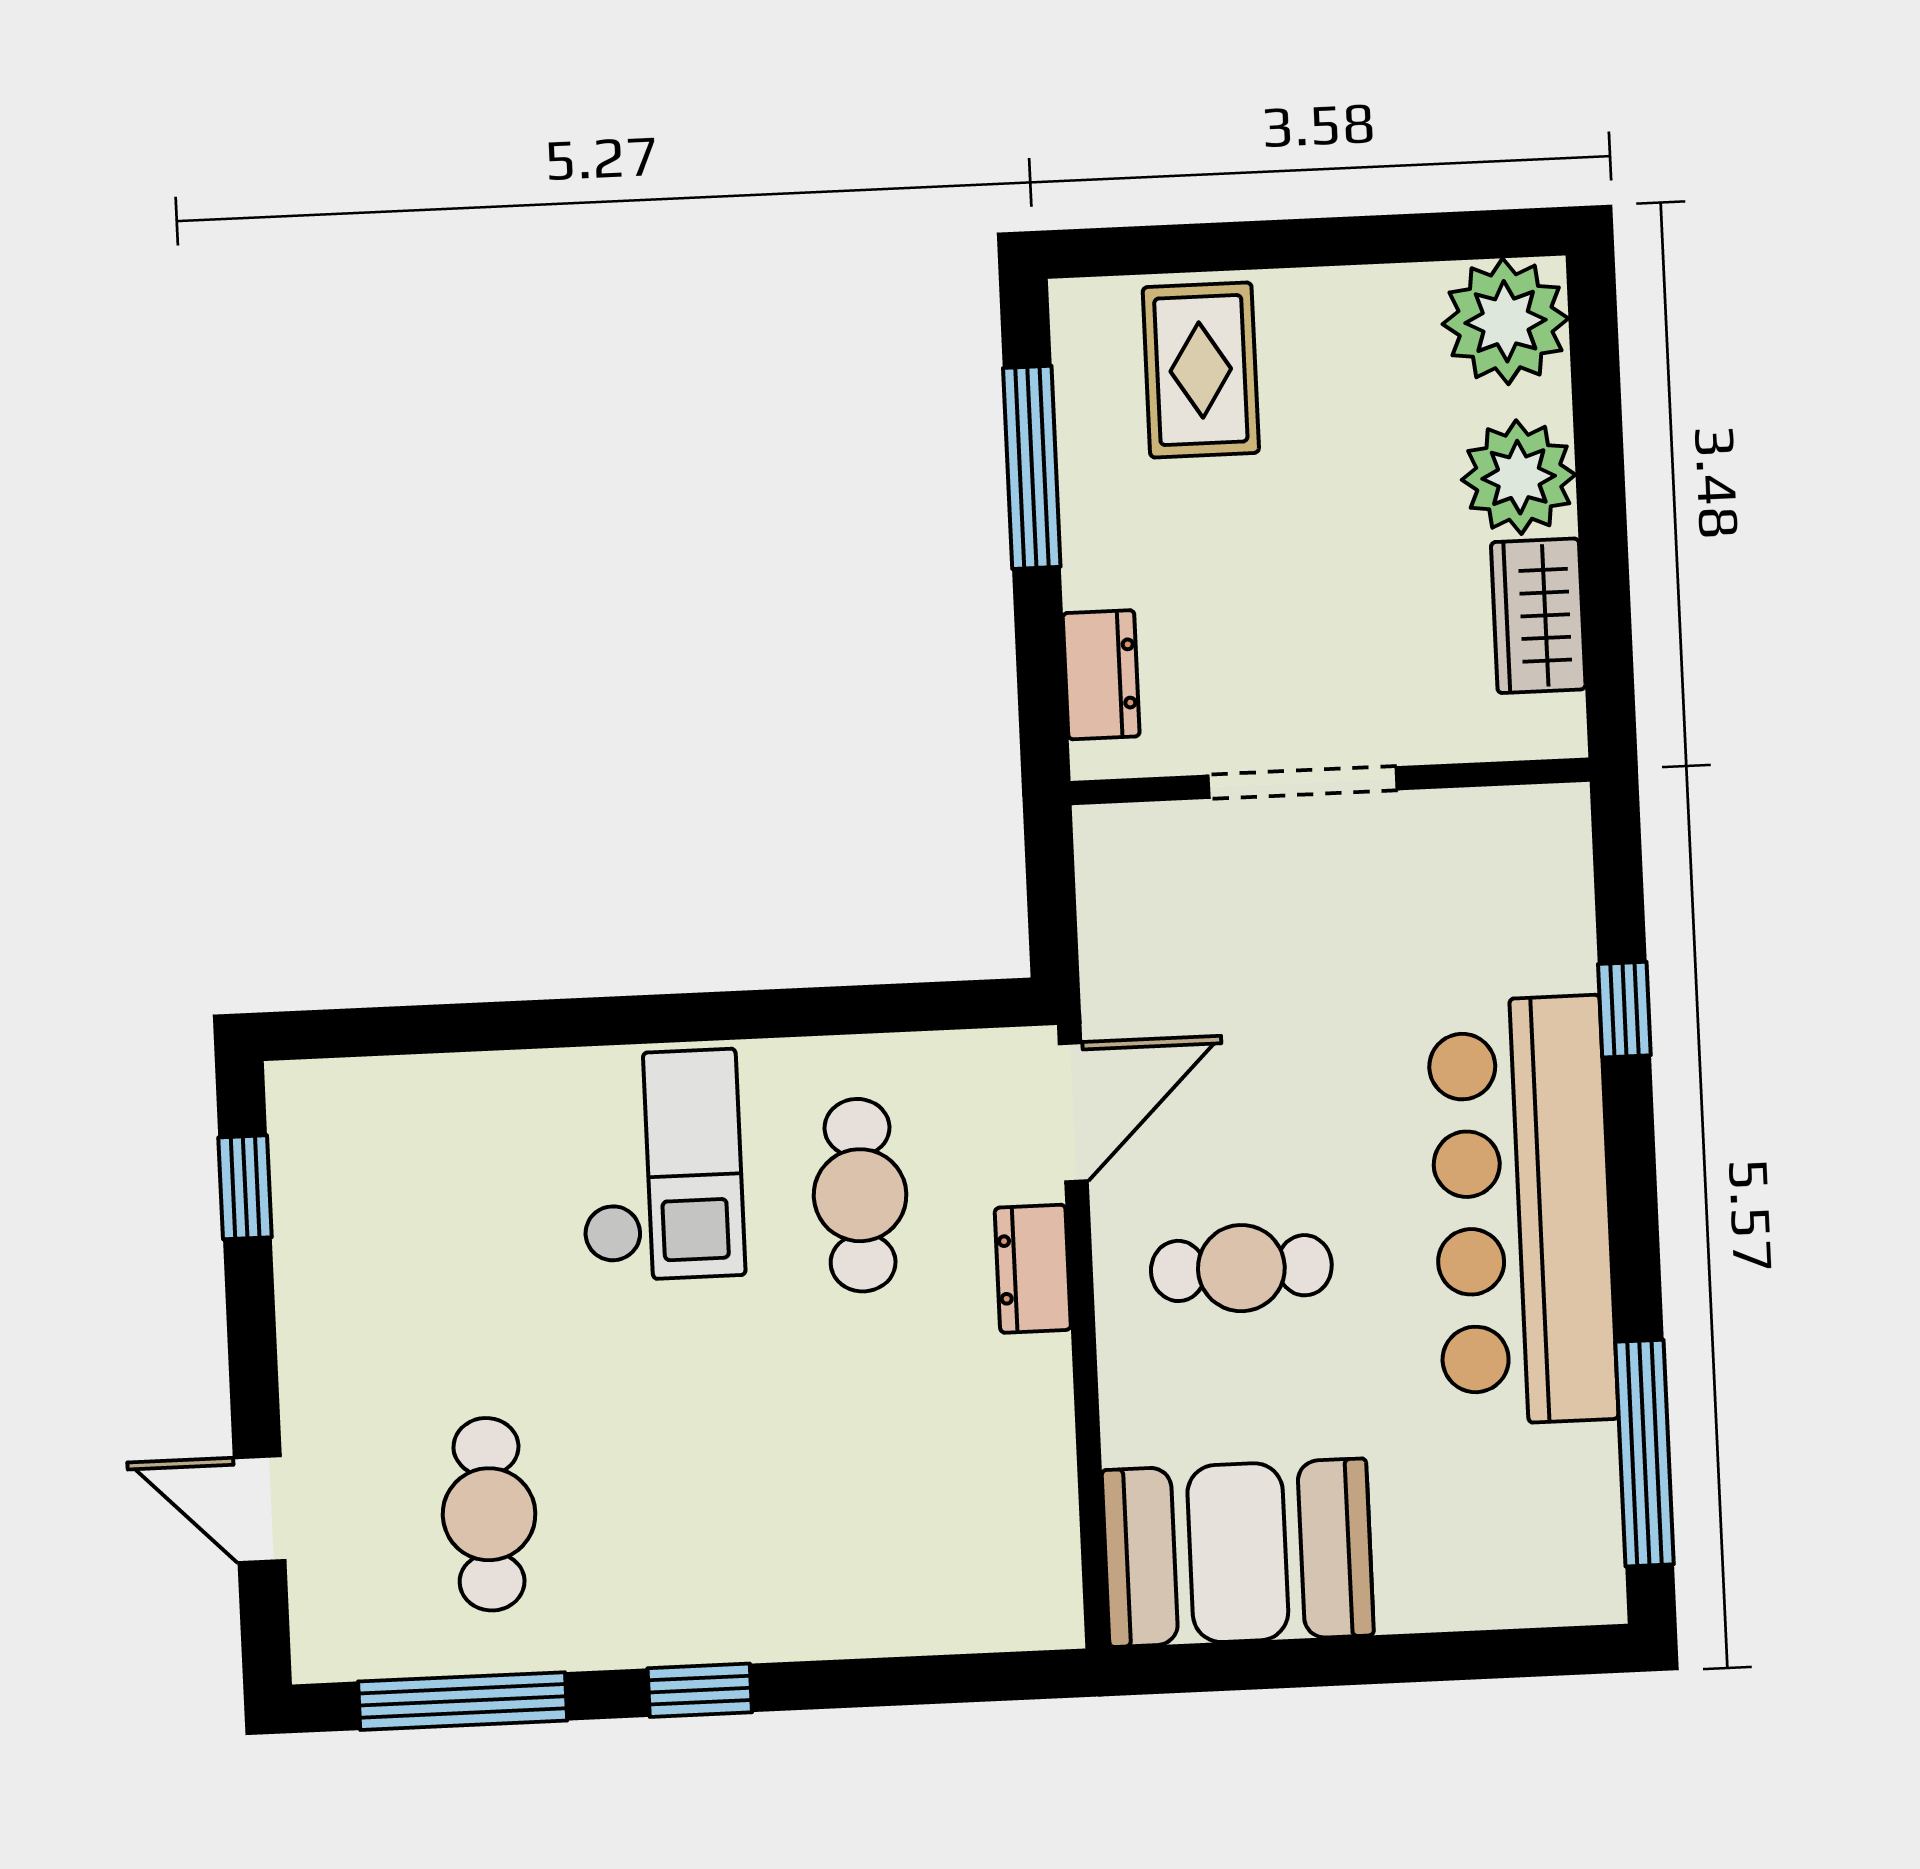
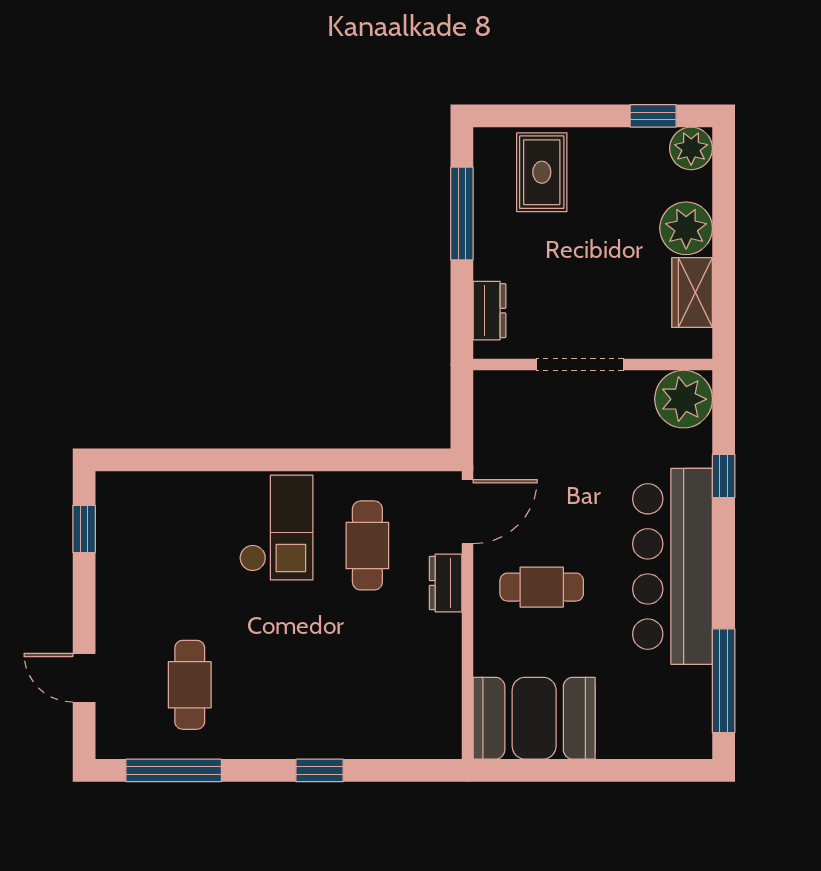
window: (1436, 237) -> (653, 116), added
plant: (1506, 321) -> (691, 148), width x0.73, depth x0.73
plant: (1530, 847) -> (684, 399), added
window: (700, 1690) -> (320, 770), moved

